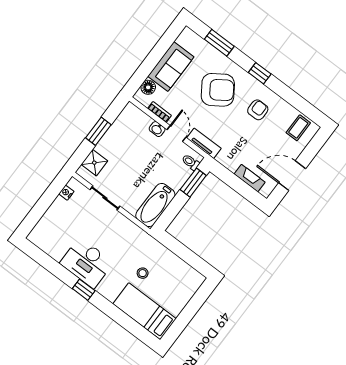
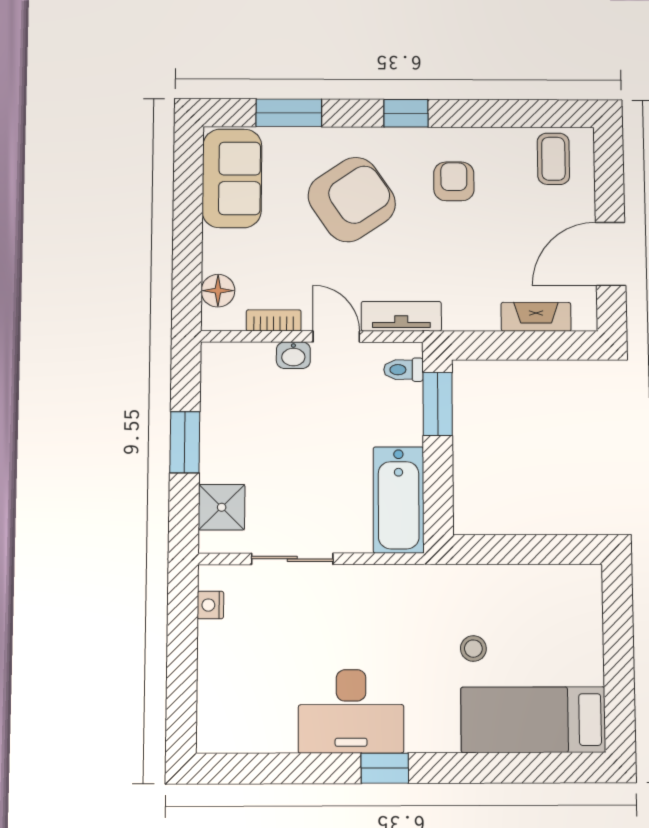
sofa: (171, 67) -> (232, 178), moved

